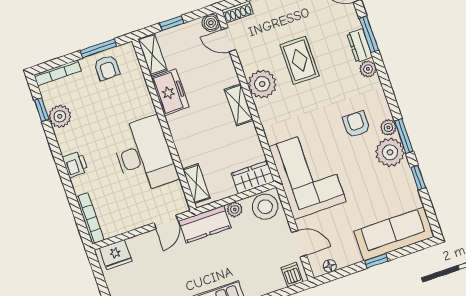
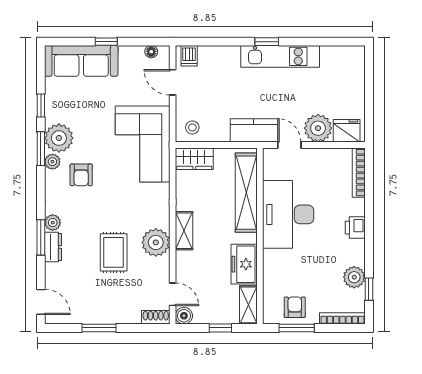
window: (369, 34) -> (41, 237), moved
shelving: (196, 184) -> (246, 193), width x2.20, depth x1.33
stool: (265, 207) -> (192, 127), width x0.53, depth x0.53
plant: (235, 209) -> (318, 128), moved, width x1.88, depth x1.88
door: (166, 222) -> (289, 145), hinge flipped

